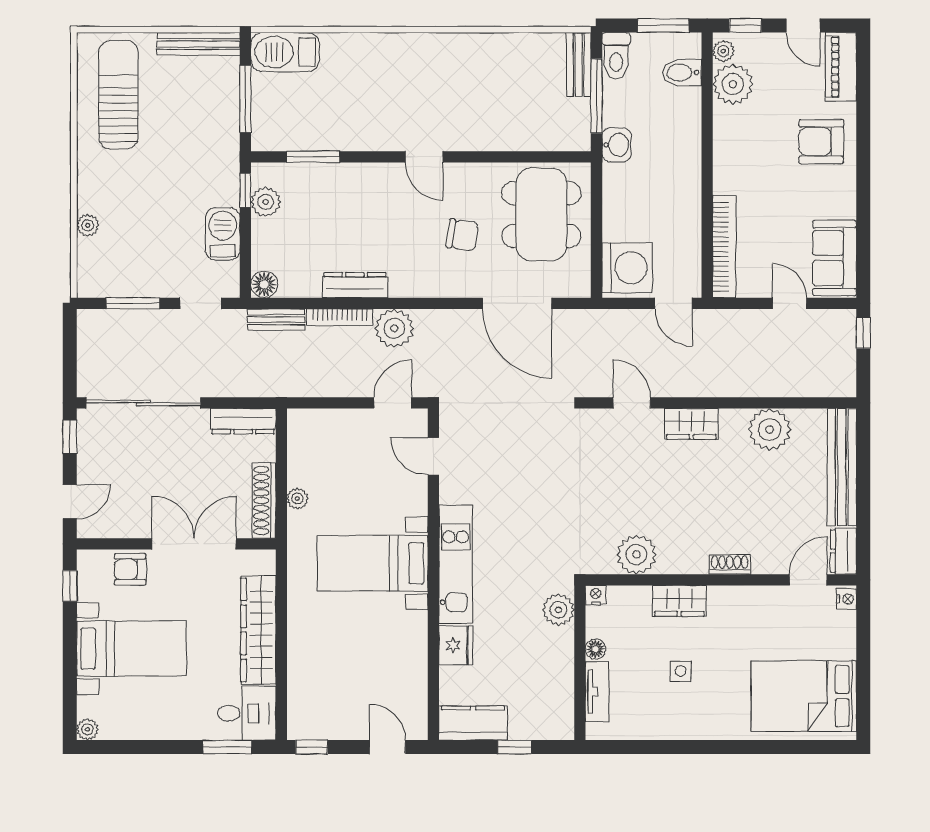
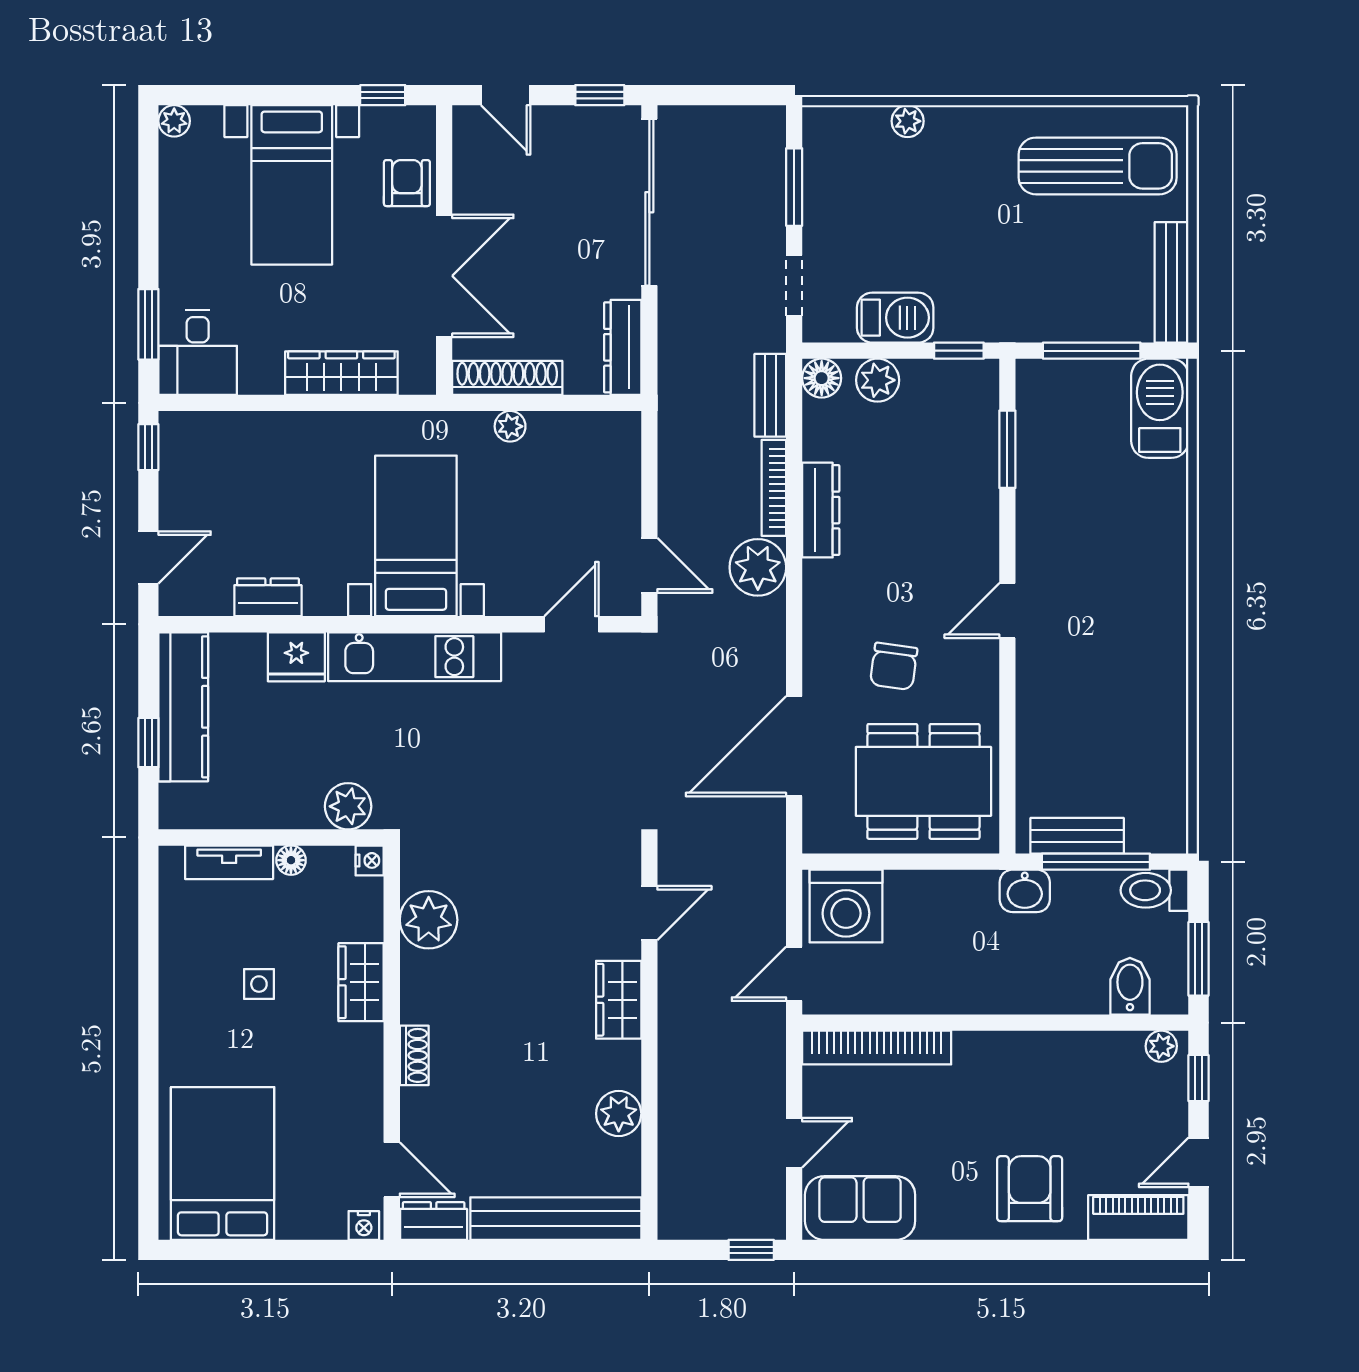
bench: (579, 64) -> (1077, 836), moved
plant: (733, 84) -> (1113, 1060), removed
plant: (266, 202) -> (878, 380), moved
plant: (770, 430) -> (619, 1114), width x0.73, depth x0.73
wardrobe: (258, 630) -> (341, 373), width x0.71, depth x0.85
dresser: (415, 665) -> (268, 597), added
kitchen counter: (473, 723) -> (183, 707), width x1.50

